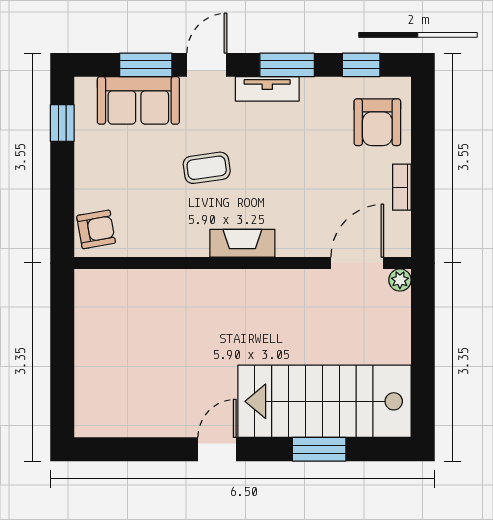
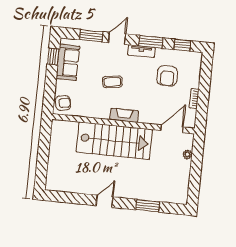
sofa: (138, 100) -> (68, 62), moved, turned -90
armchair: (377, 122) -> (167, 76), moved
plant: (400, 280) -> (187, 155), moved
stairs: (324, 401) -> (114, 141), moved, turned 180

